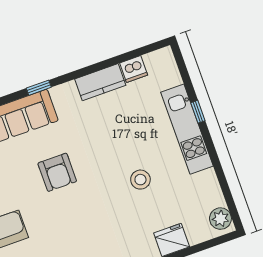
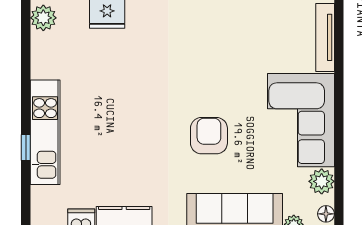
stool: (140, 180) -> (118, 94), removed

